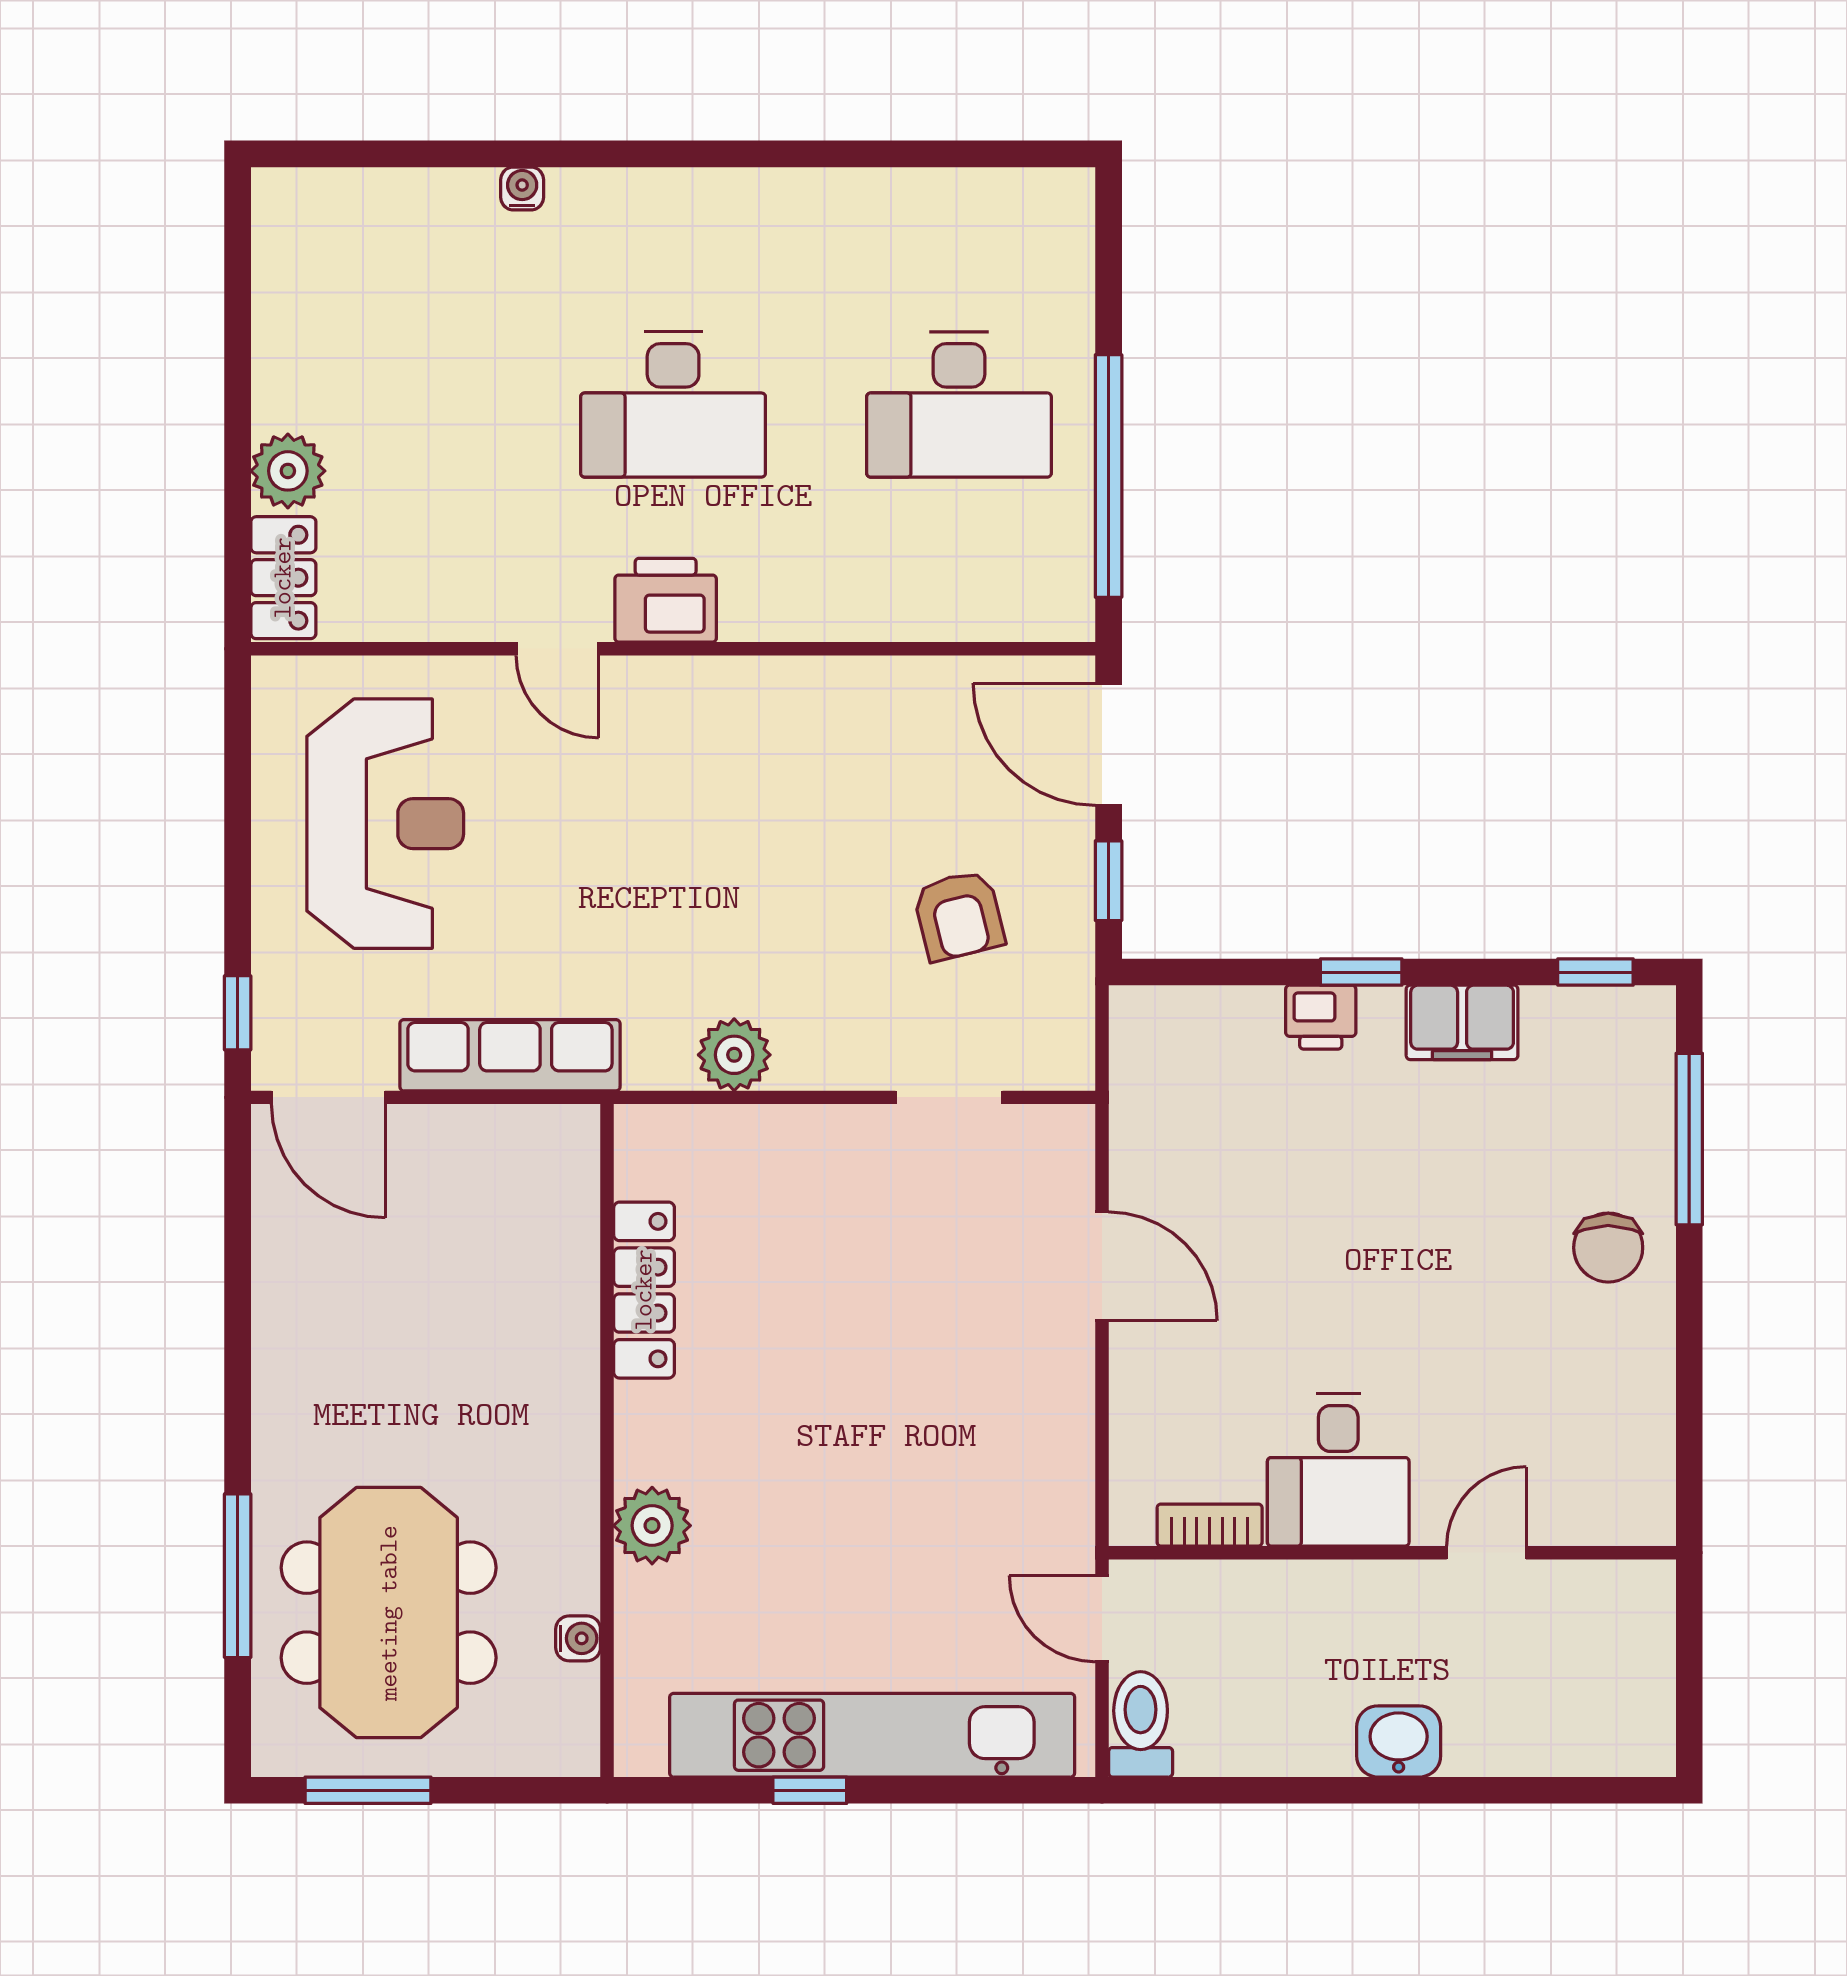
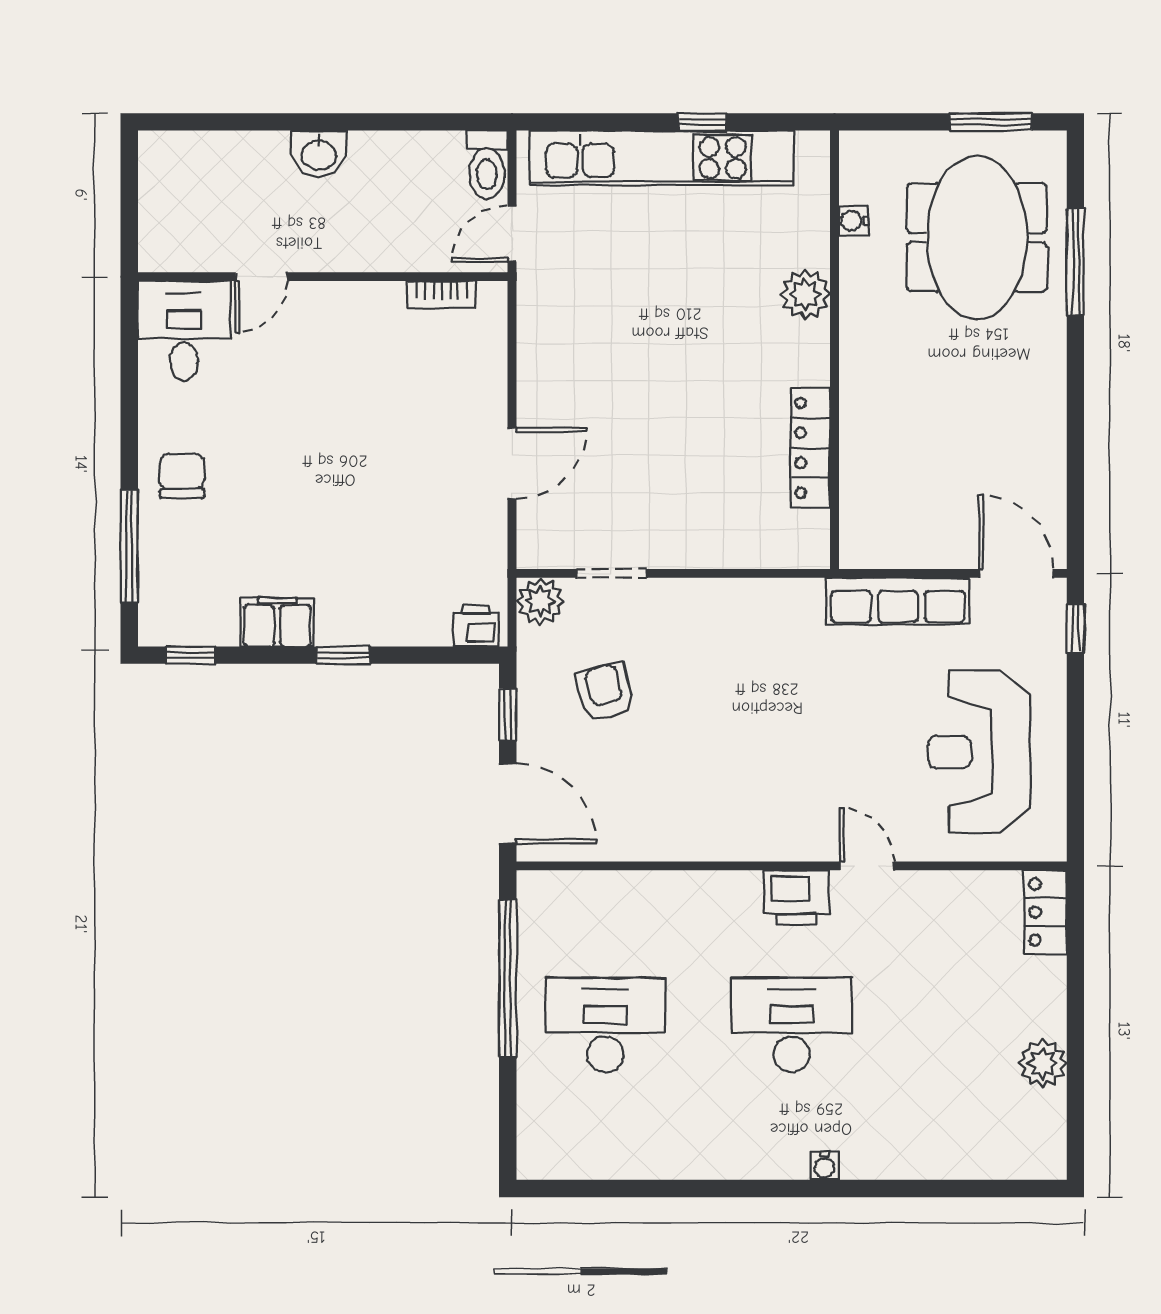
water cooler: (522, 188) -> (825, 1166), moved
plant: (288, 471) -> (1043, 1063), moved
printer: (1321, 1017) -> (476, 626), moved
plant: (734, 1055) -> (540, 601), moved
door: (1102, 1266) -> (512, 463), swing flipped
desk: (1338, 1470) -> (184, 331), moved
door: (1102, 1619) -> (512, 234), swing flipped

